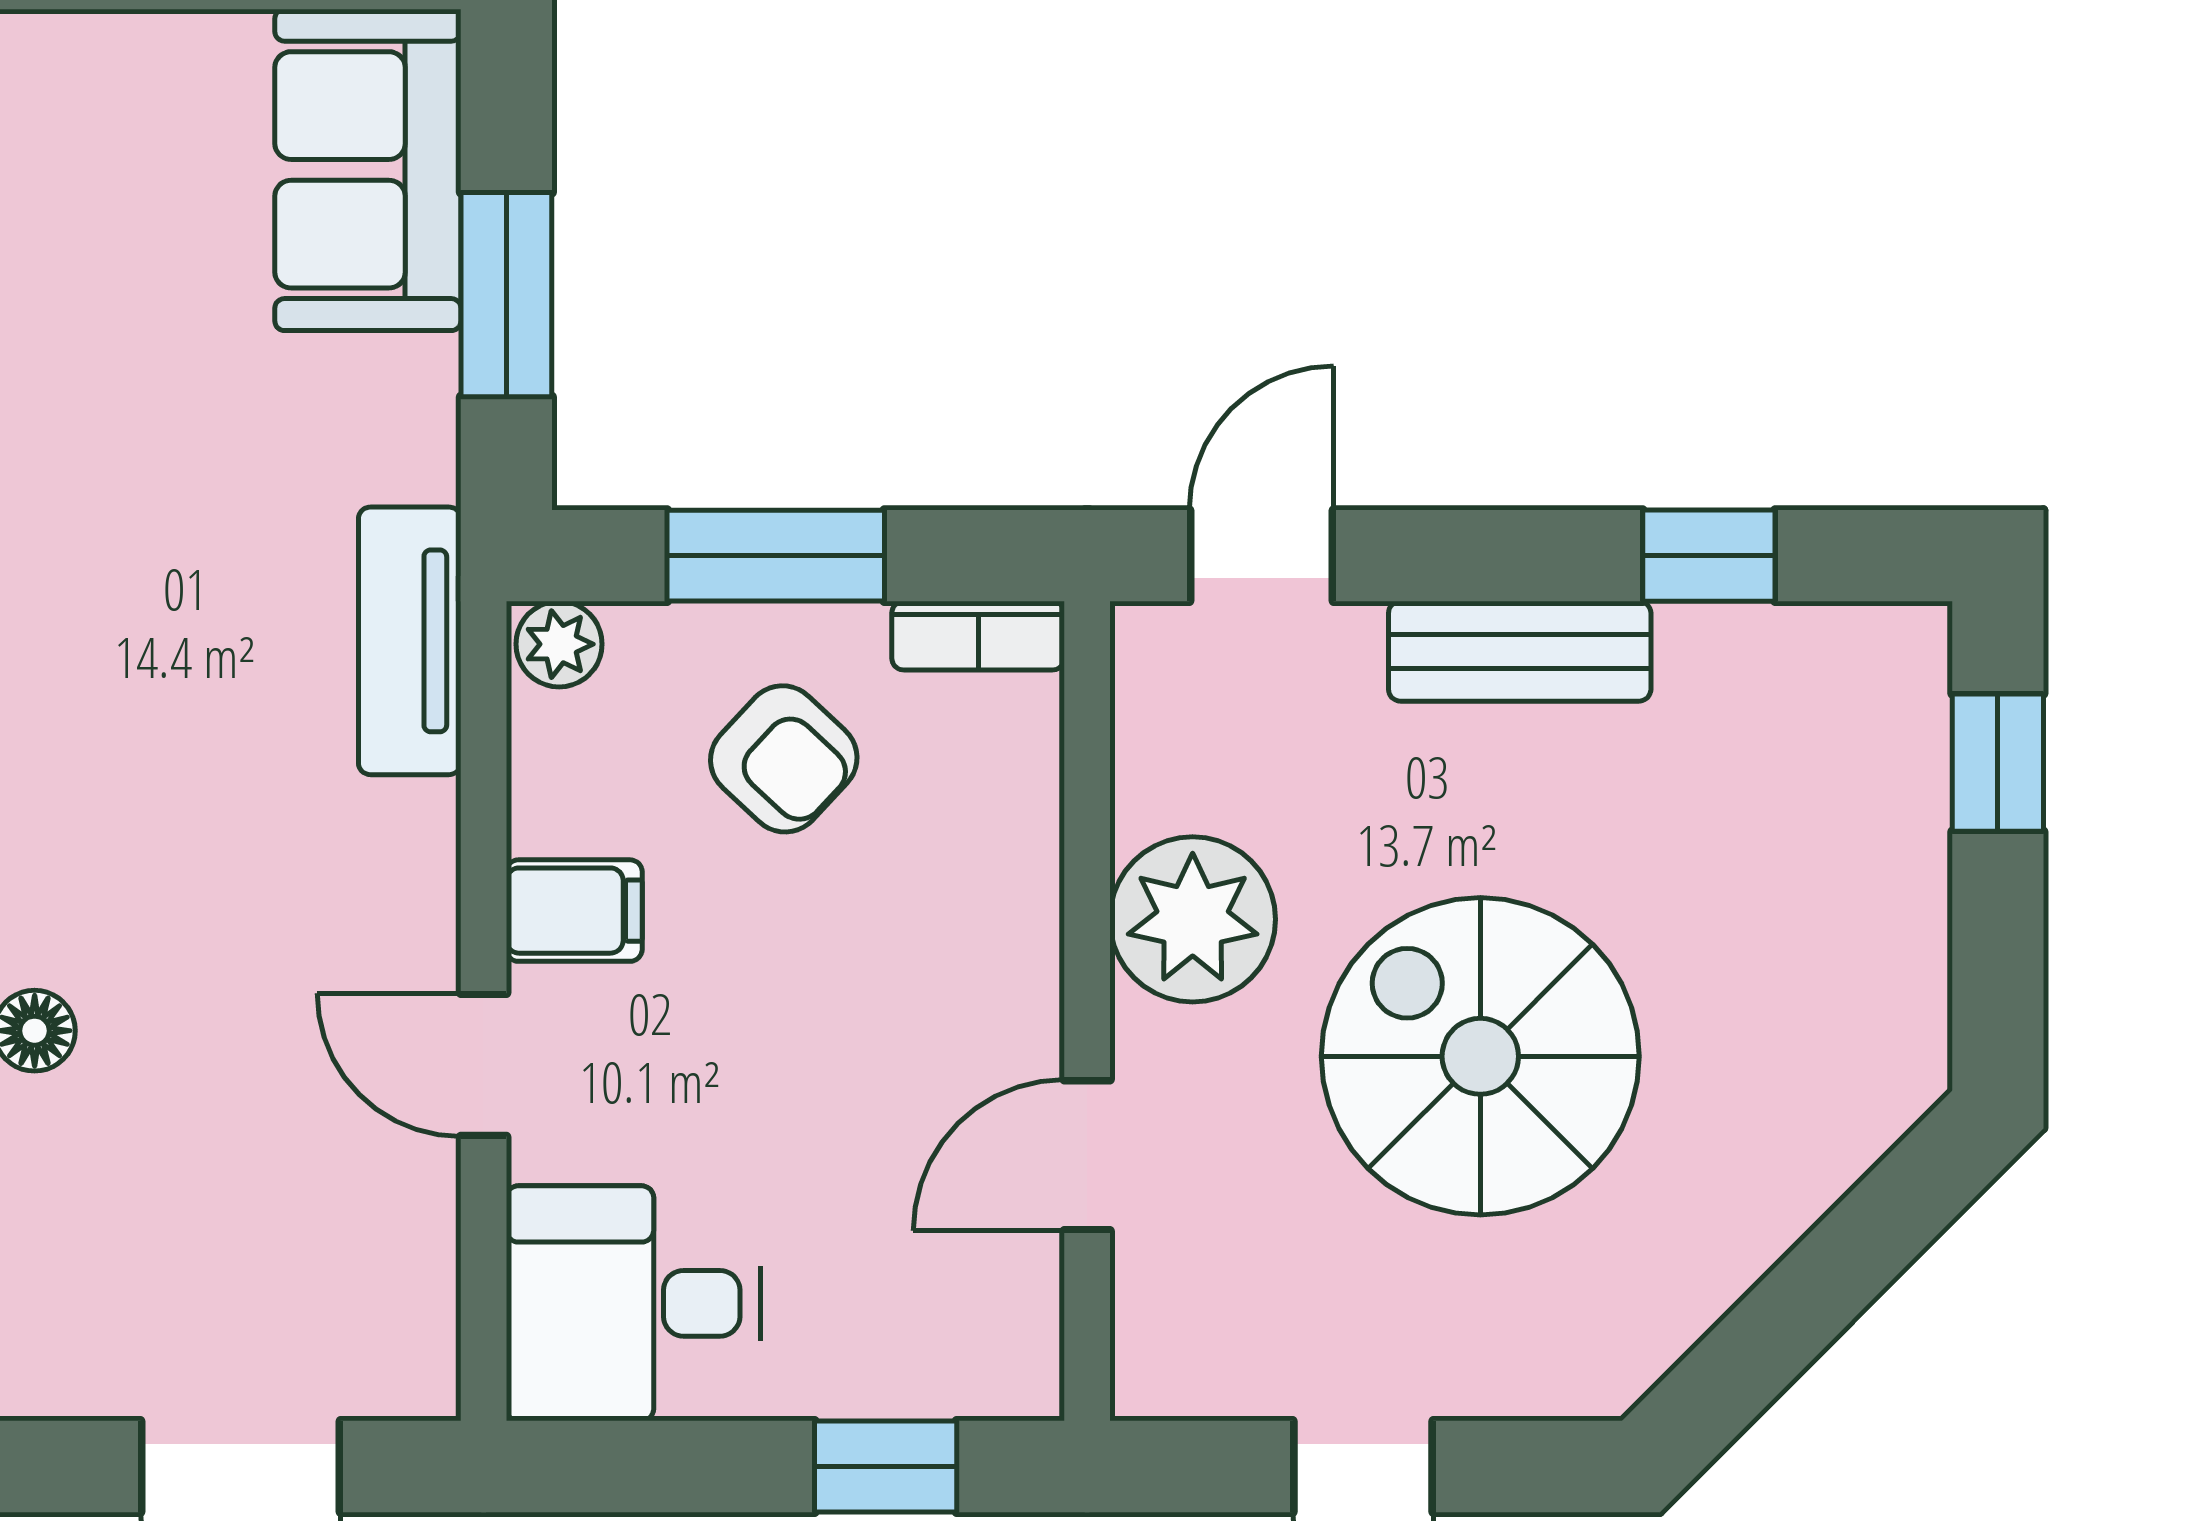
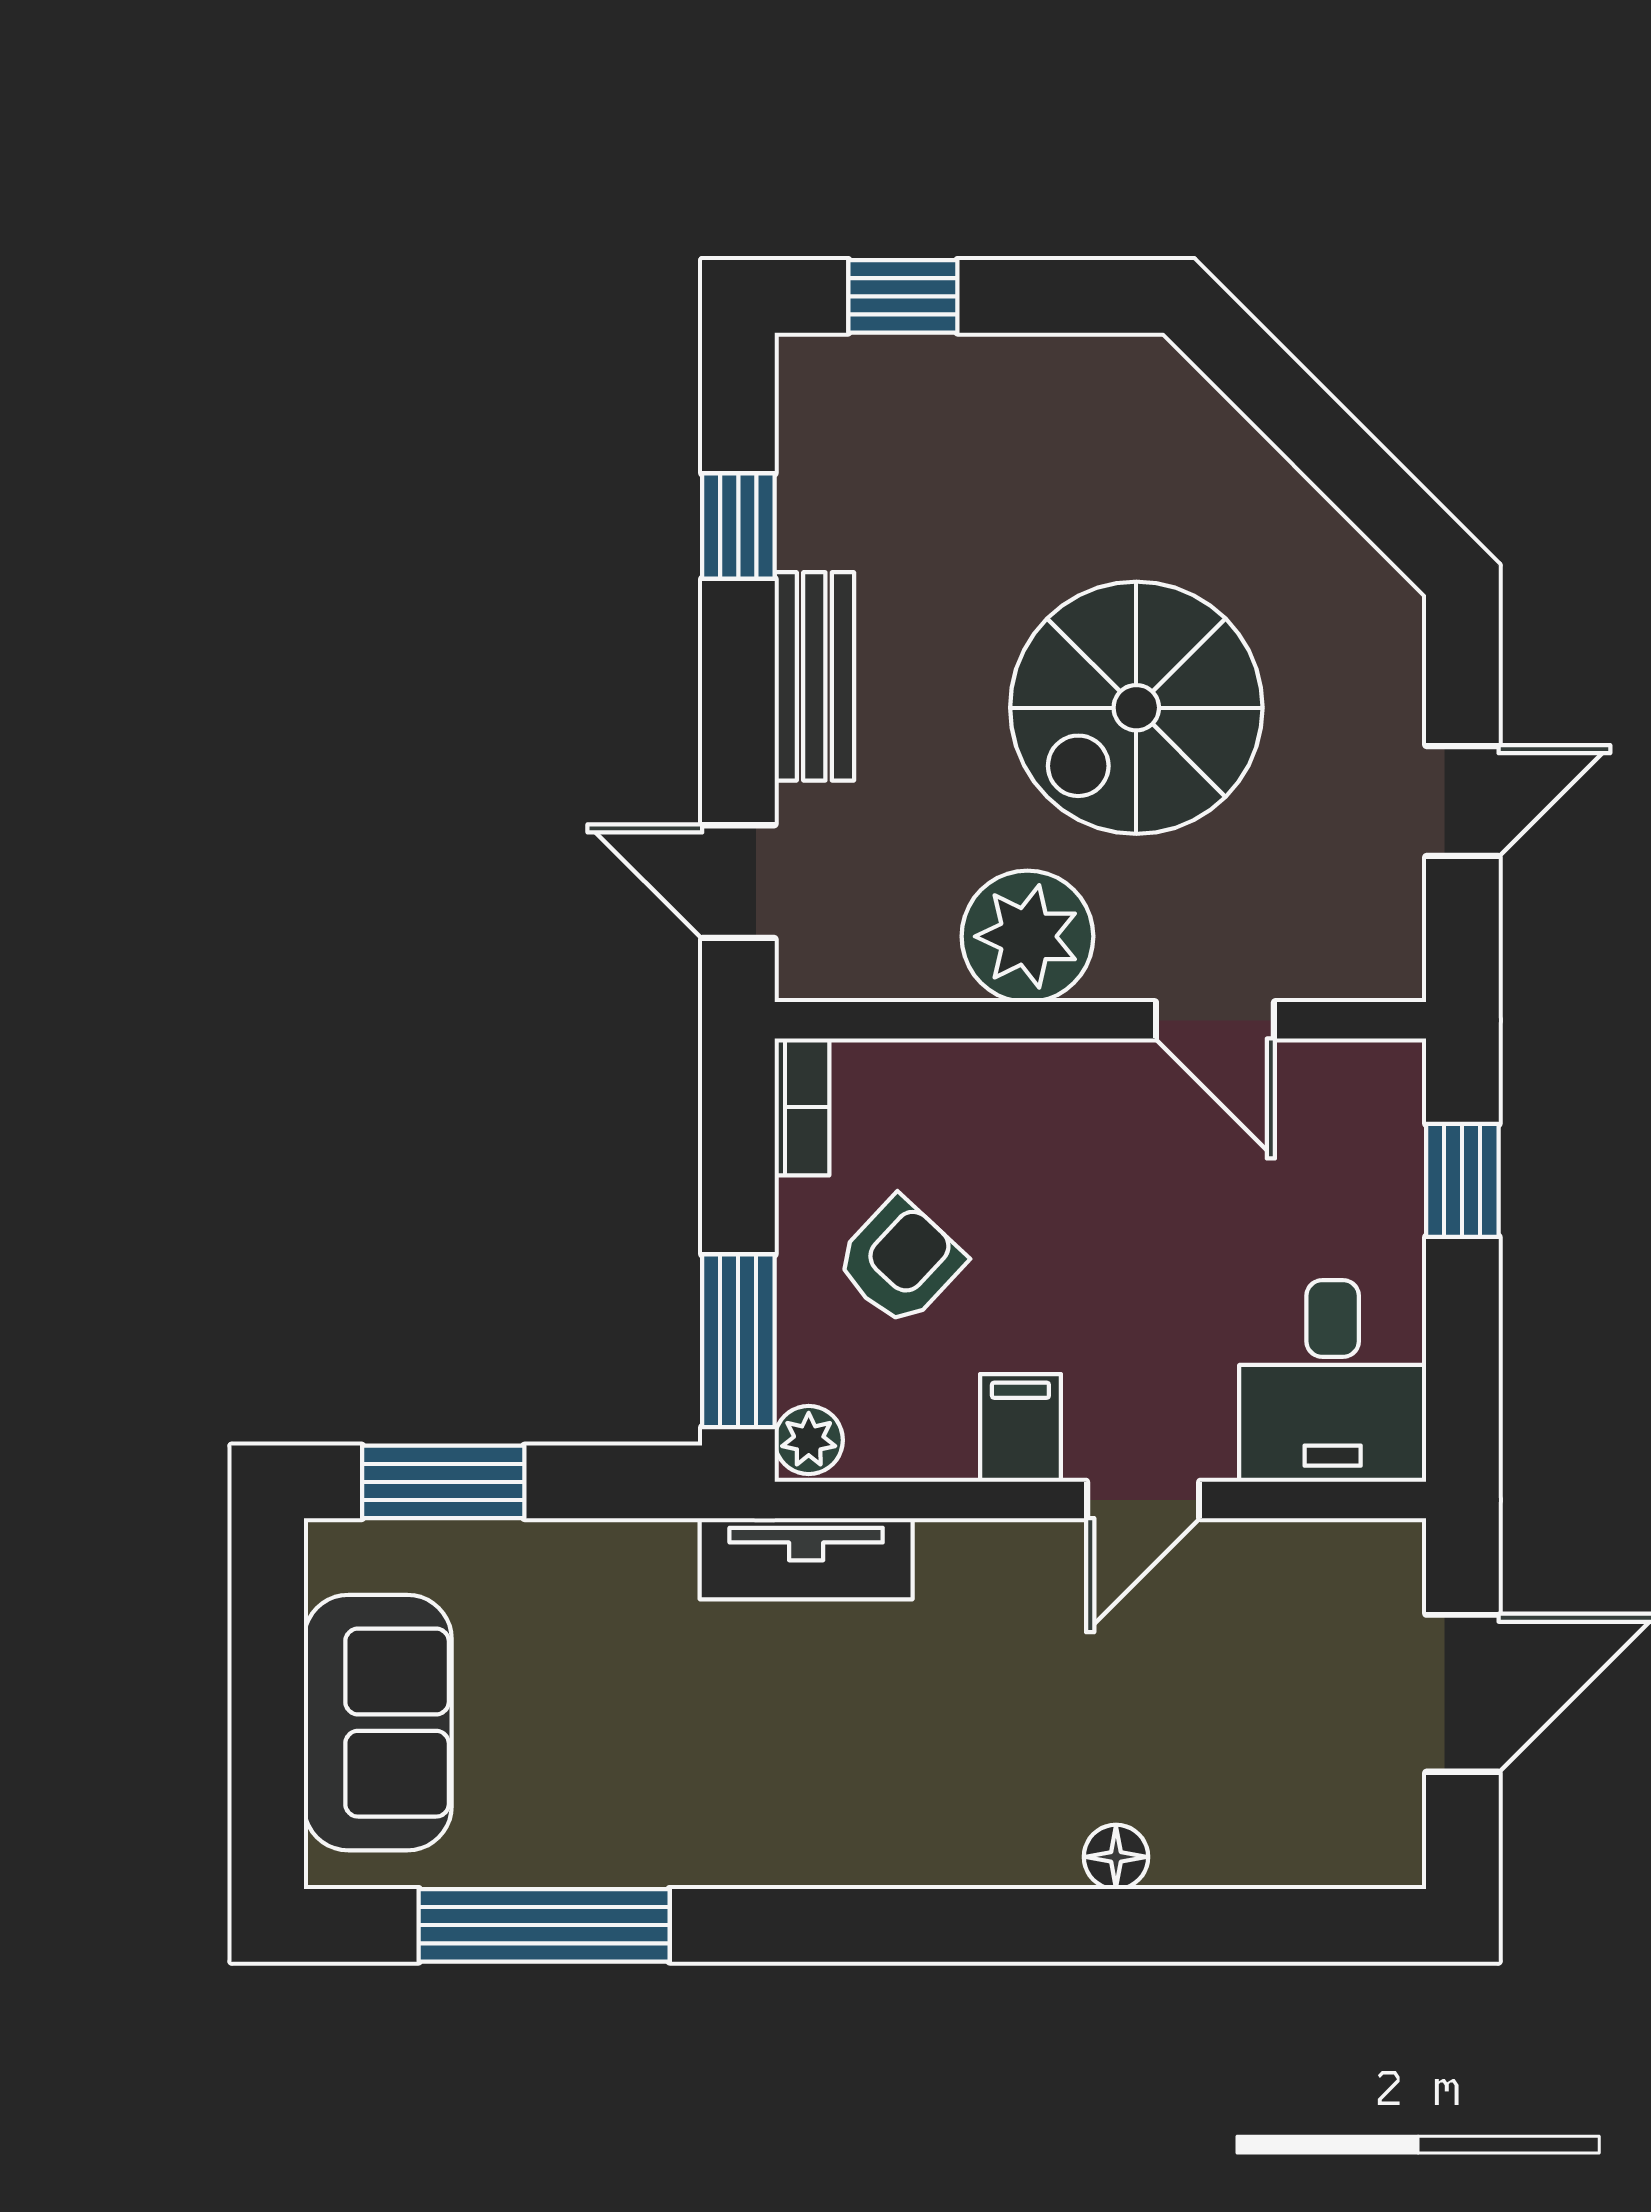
sofa: (368, 170) -> (378, 1723), moved, turned -90
window: (506, 295) -> (443, 1482), moved
window: (776, 556) -> (738, 1341), moved

